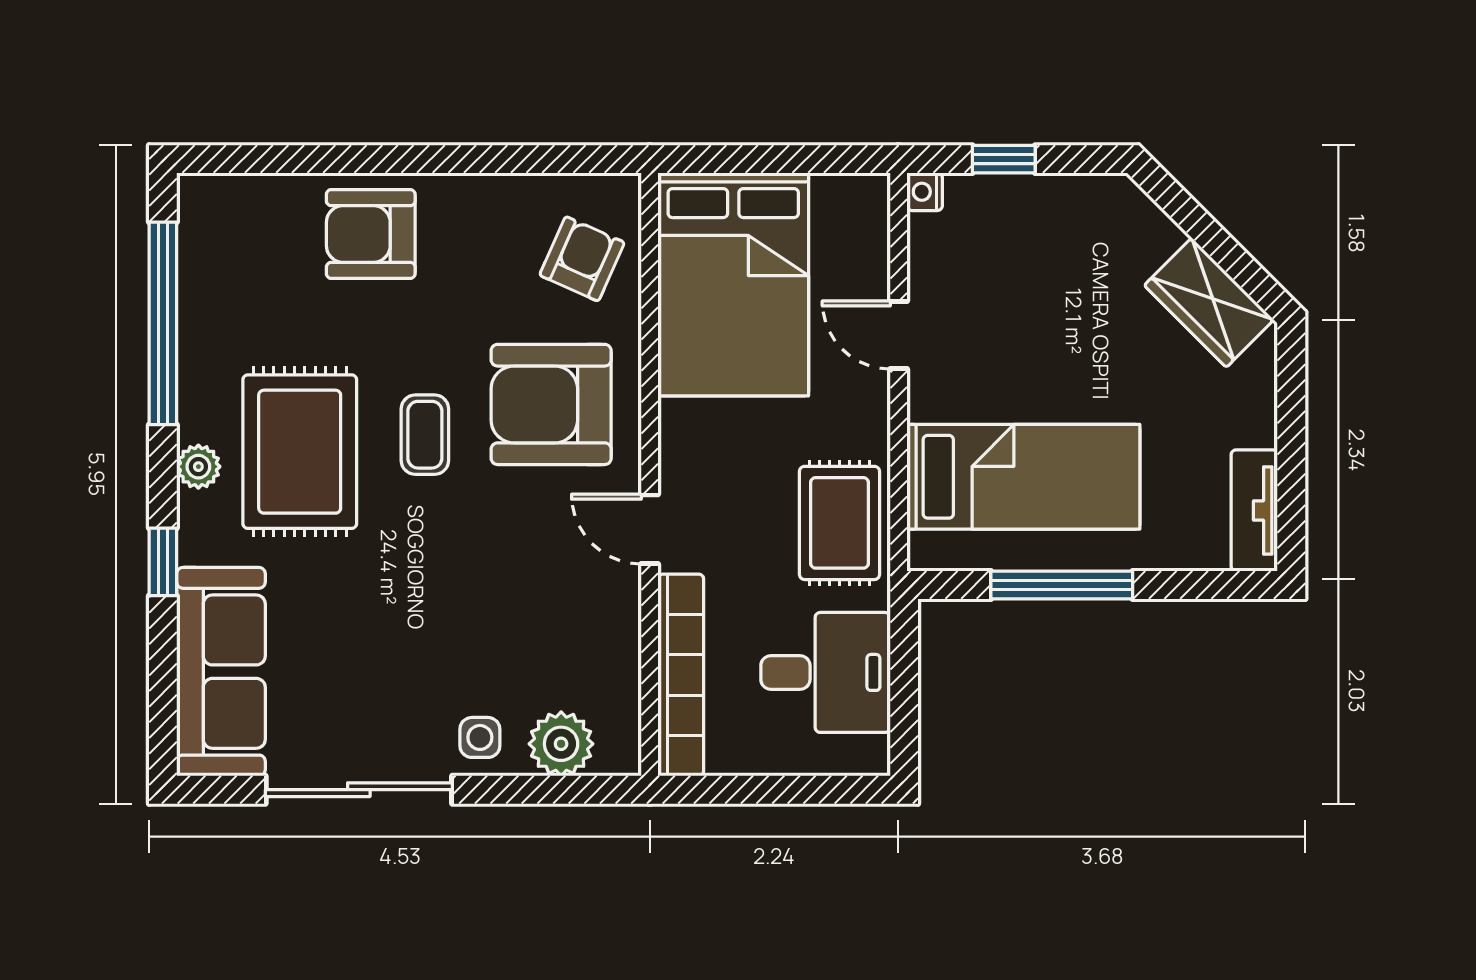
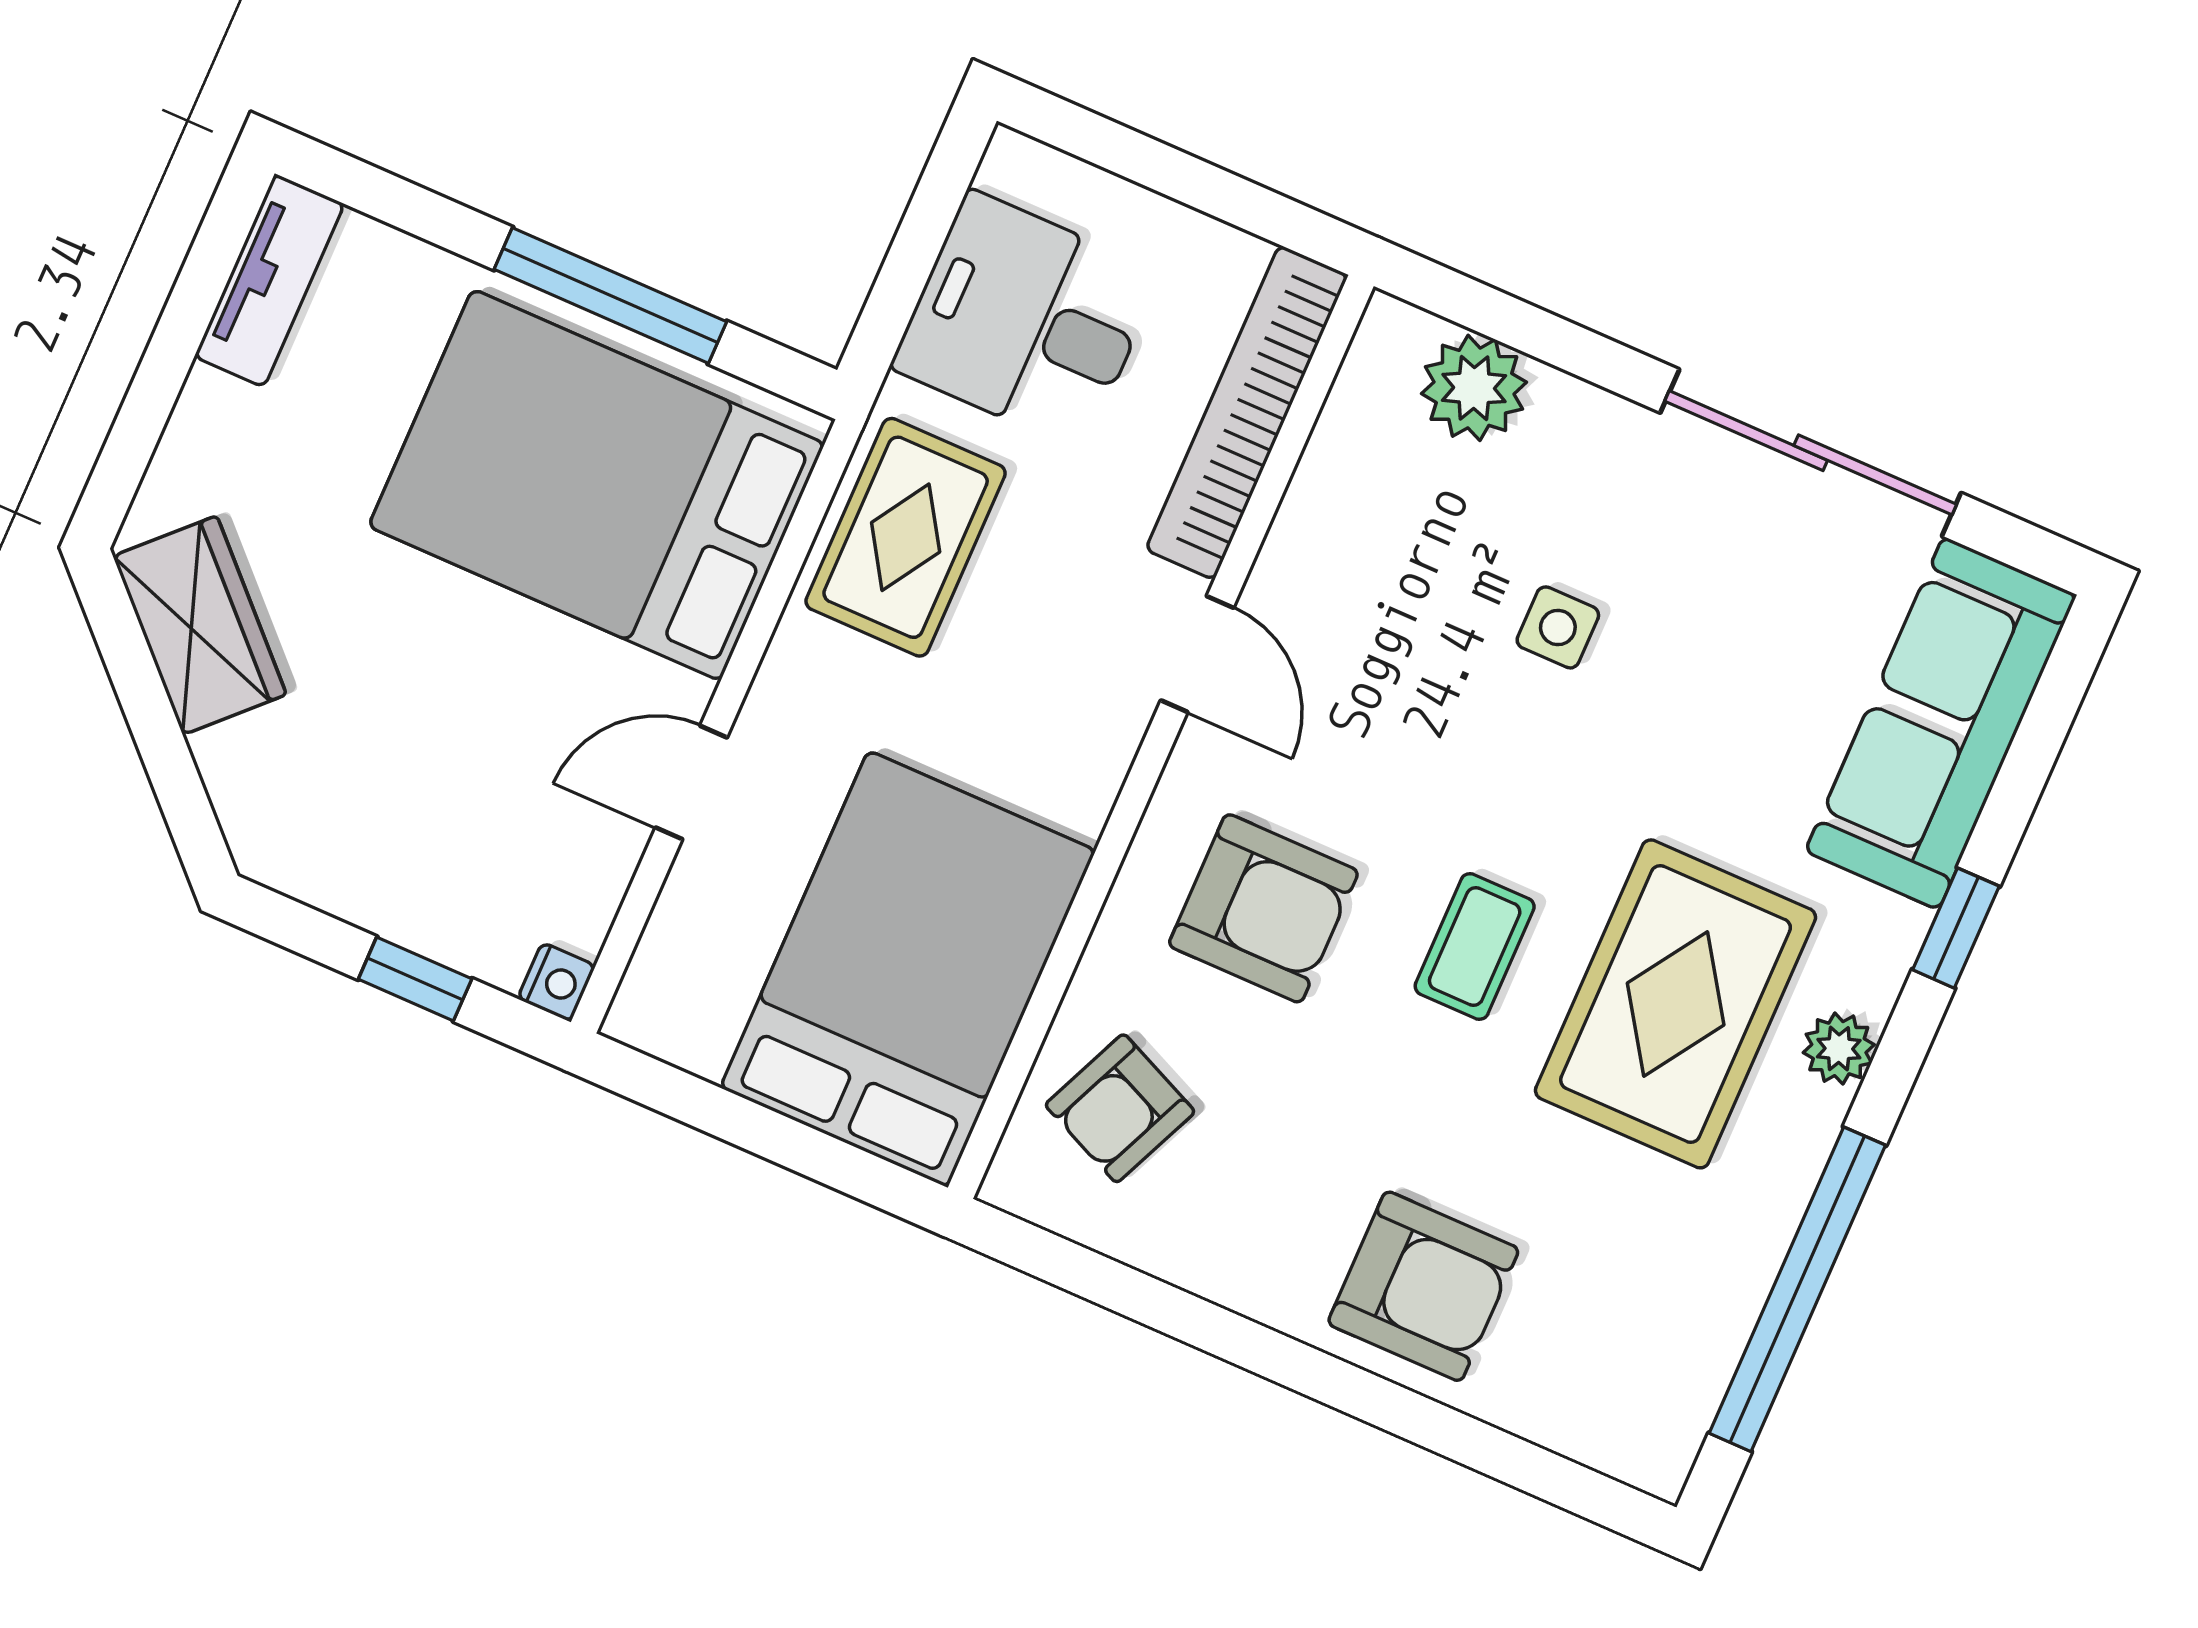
door: (899, 335) -> (691, 782), swing flipped
armchair: (551, 404) -> (1263, 908), width x0.73, depth x0.73
bed: (1023, 477) -> (597, 485), width x1.50
side table: (480, 737) -> (1558, 627), moved

